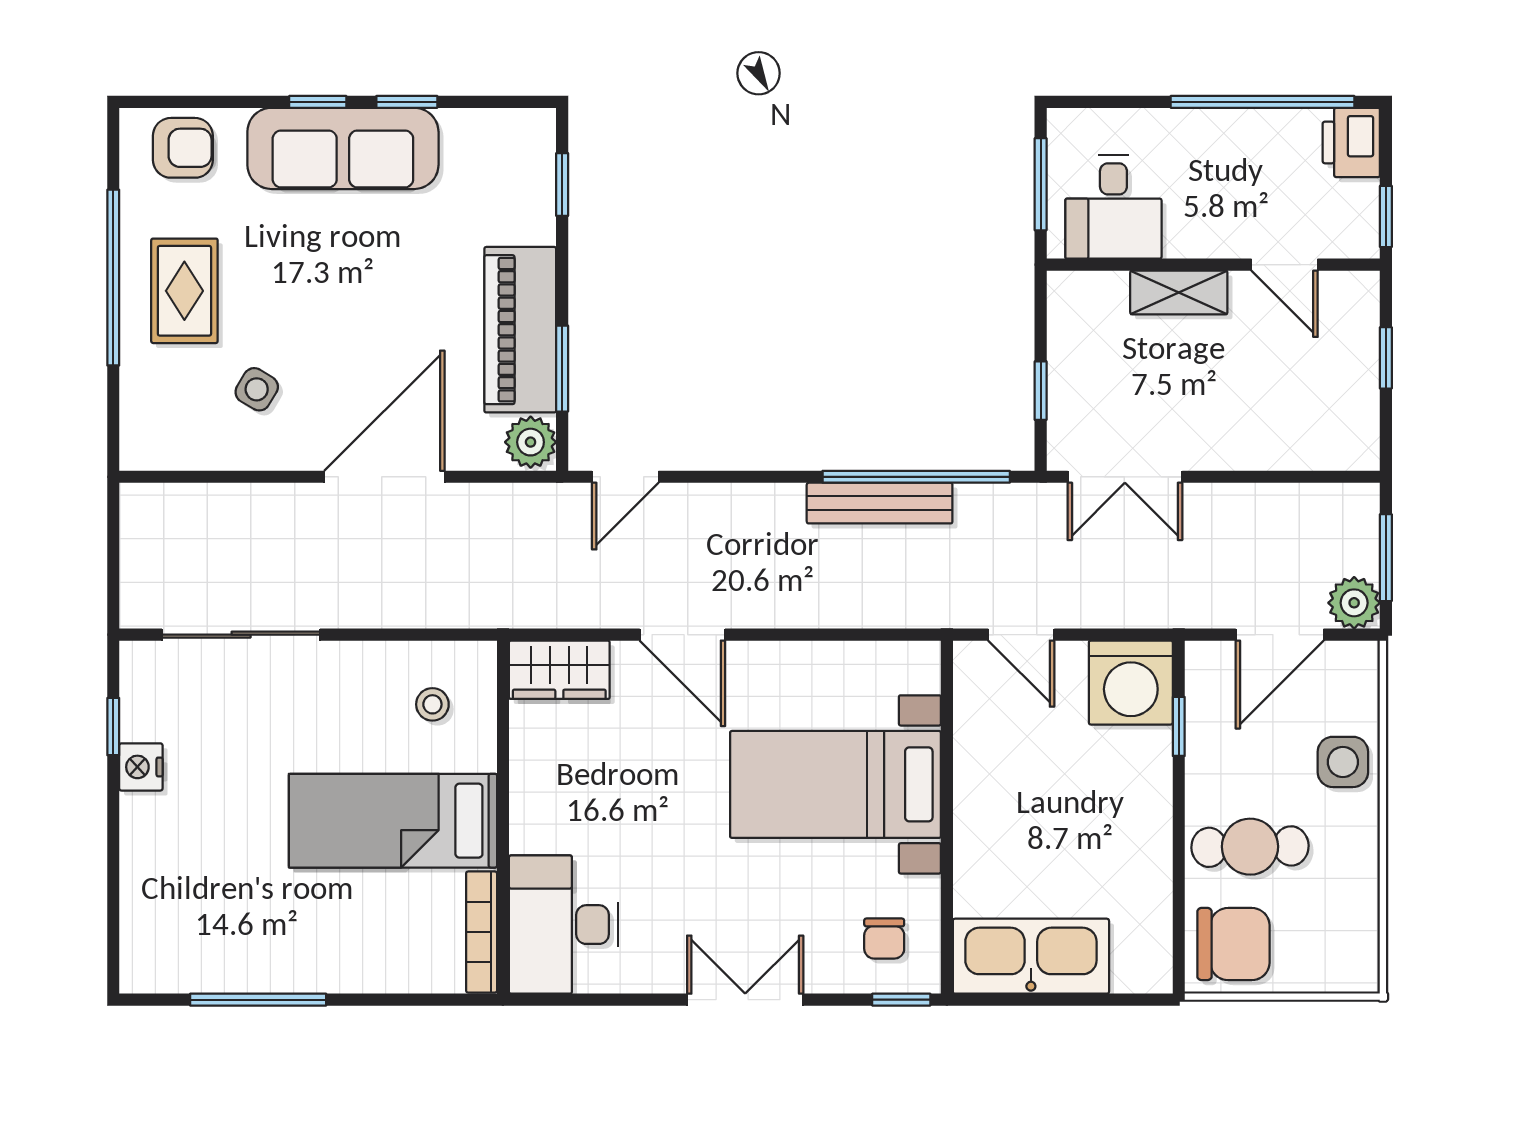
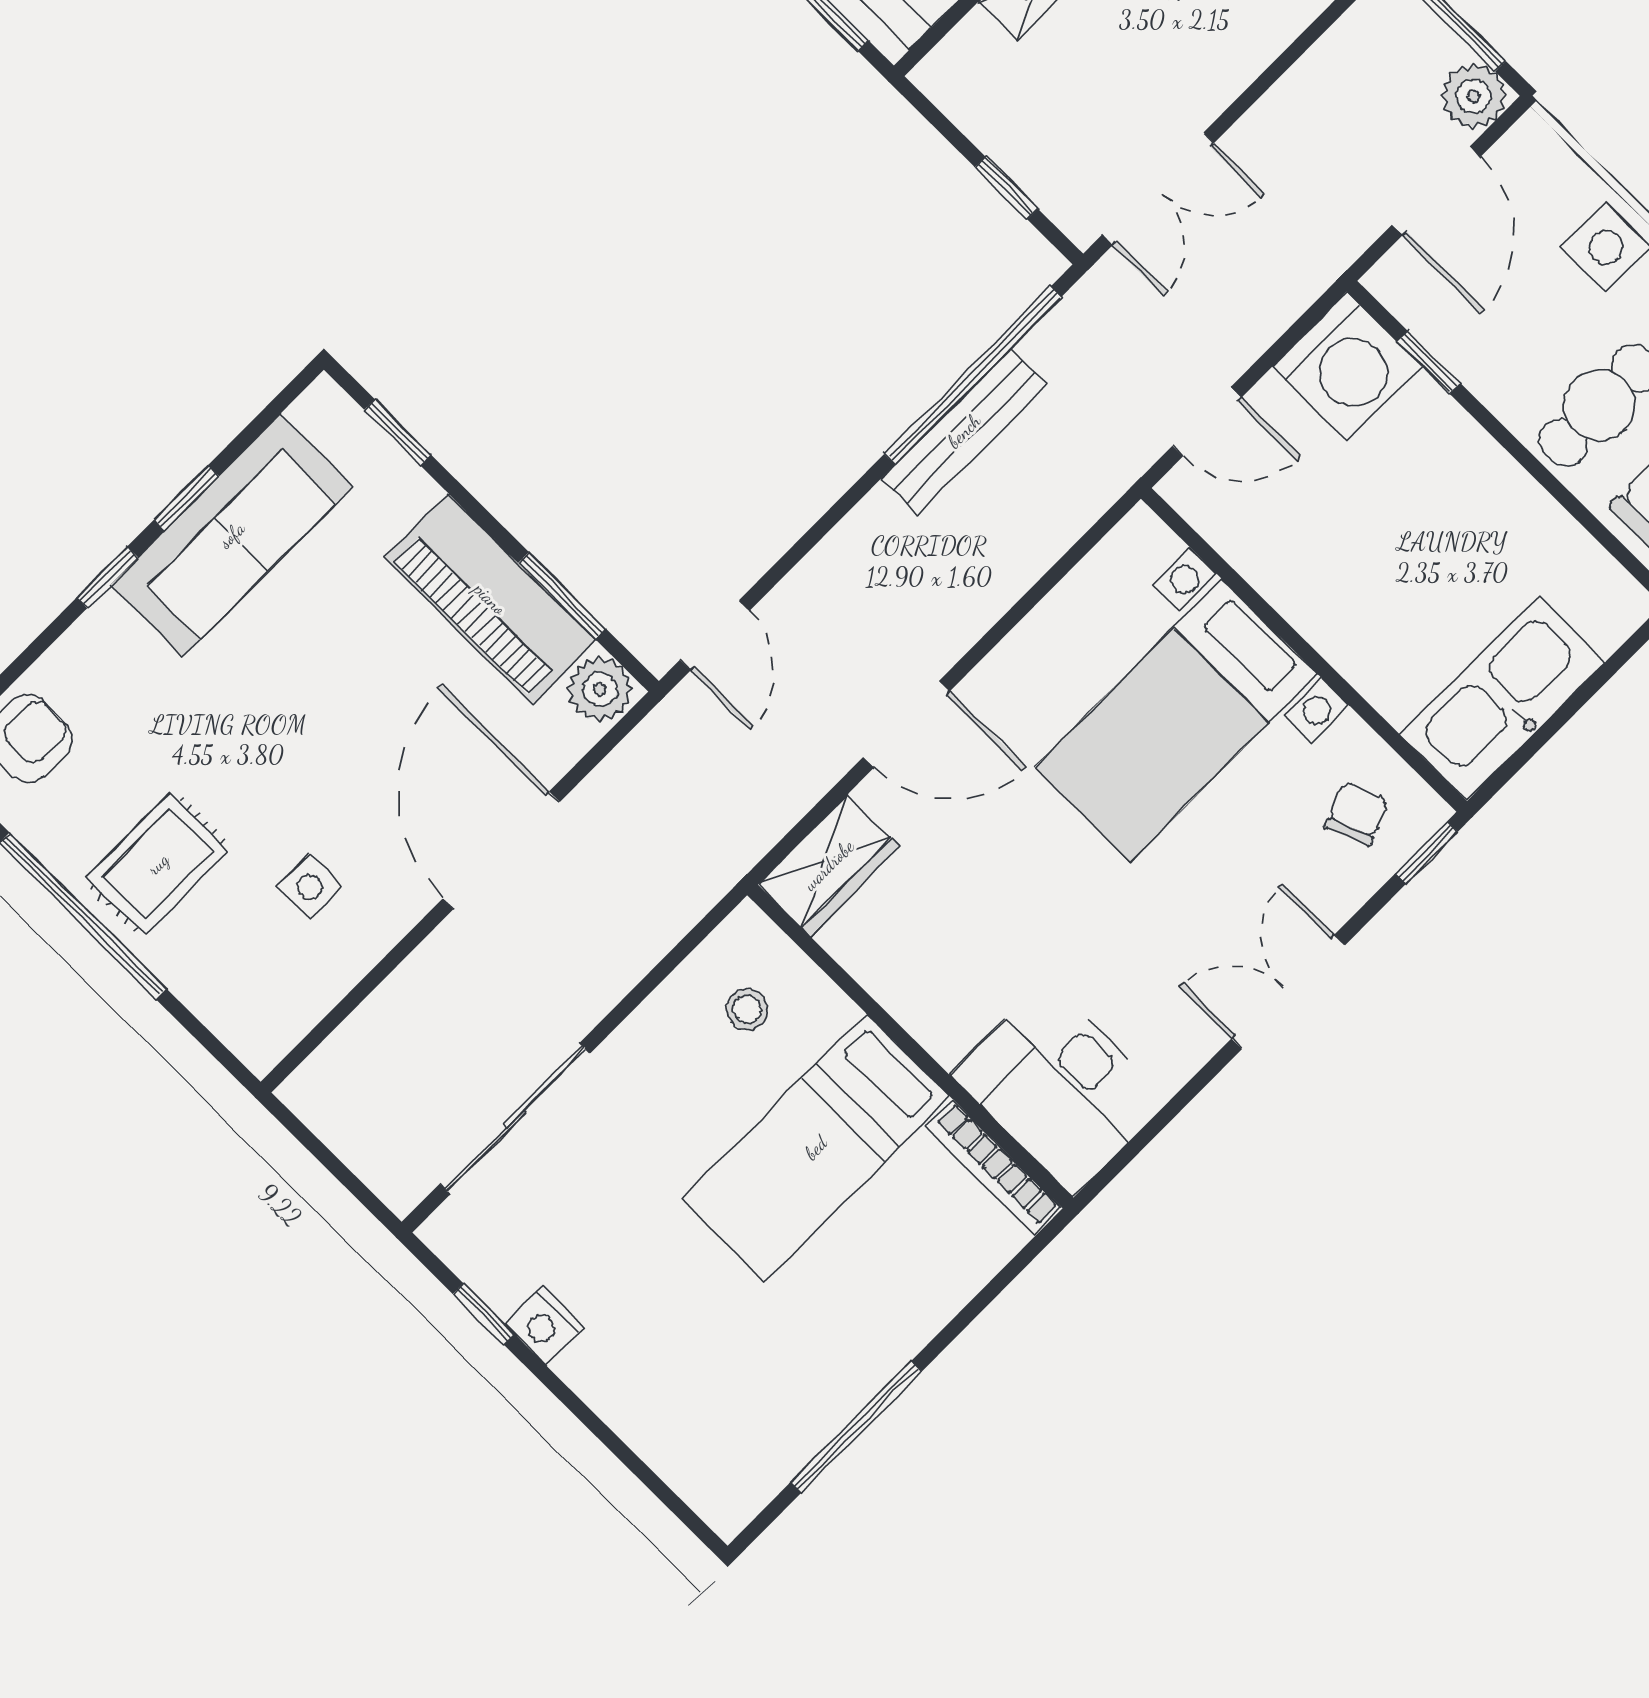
sofa: (343, 148) -> (232, 535), moved
rug: (184, 291) -> (158, 864), turned 90
side table: (257, 389) -> (310, 887), turned -31
chair: (884, 939) -> (1357, 814), turned -112

